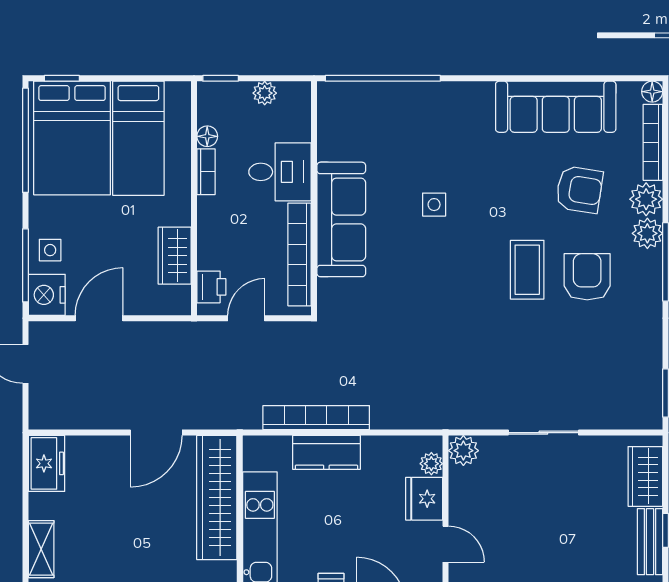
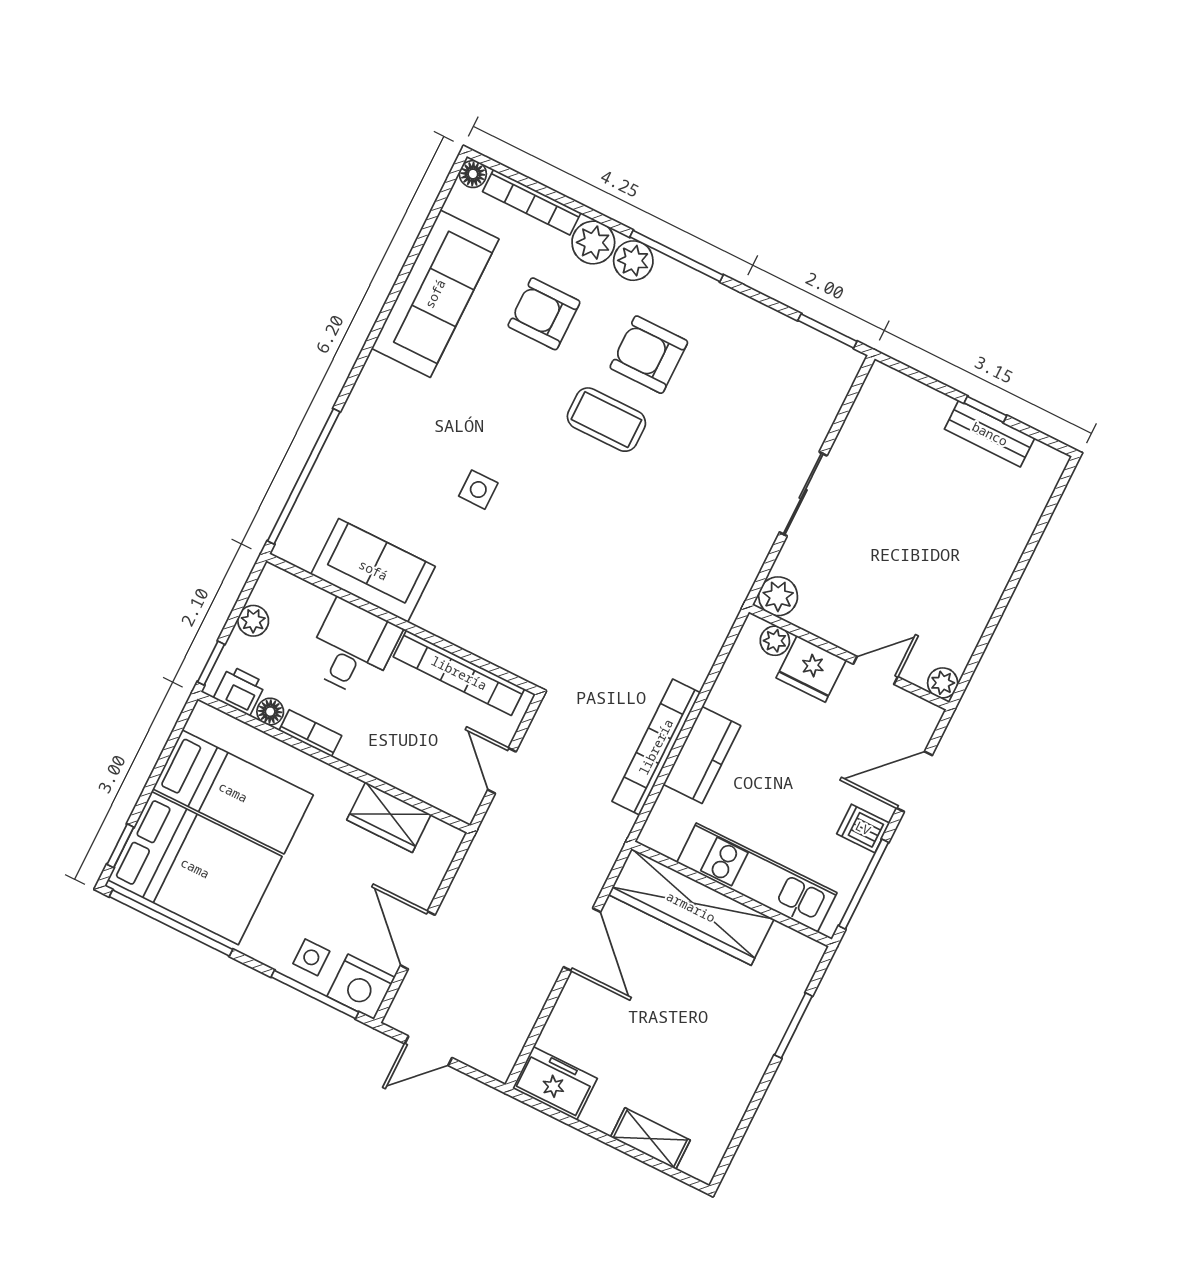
armchair: (579, 190) -> (544, 314), turned -99
sofa: (341, 219) -> (373, 570), moved, width x0.73
printer: (211, 287) -> (240, 691), moved
wardrobe: (645, 476) -> (912, 402), removed

